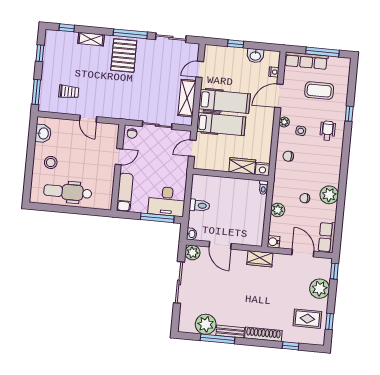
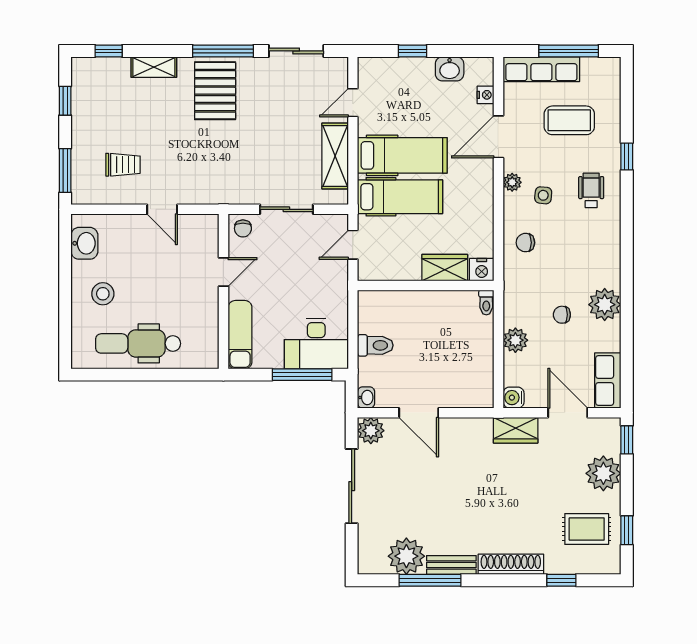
wardrobe: (260, 259) -> (516, 430), moved

